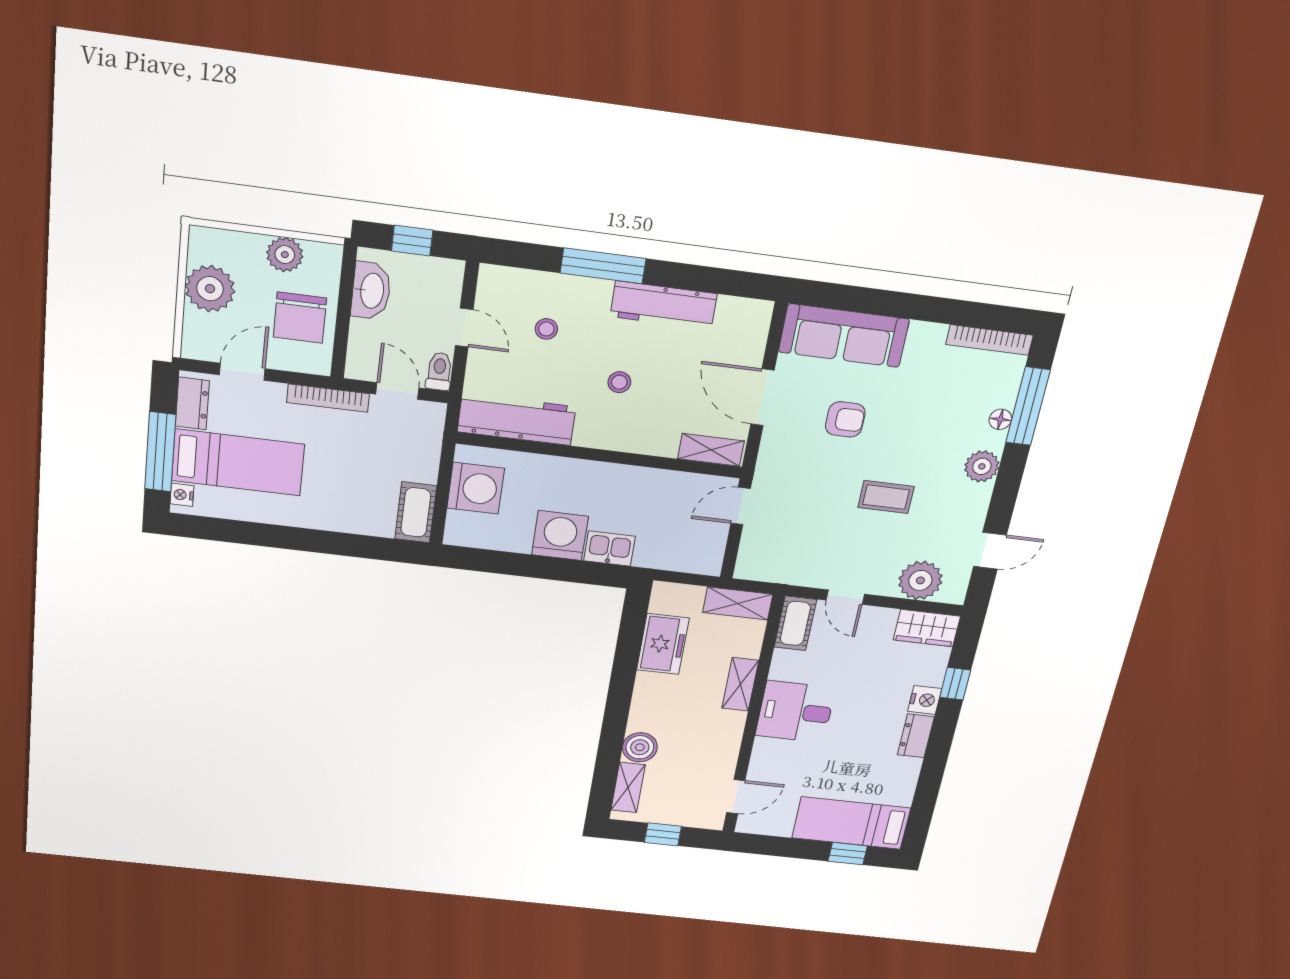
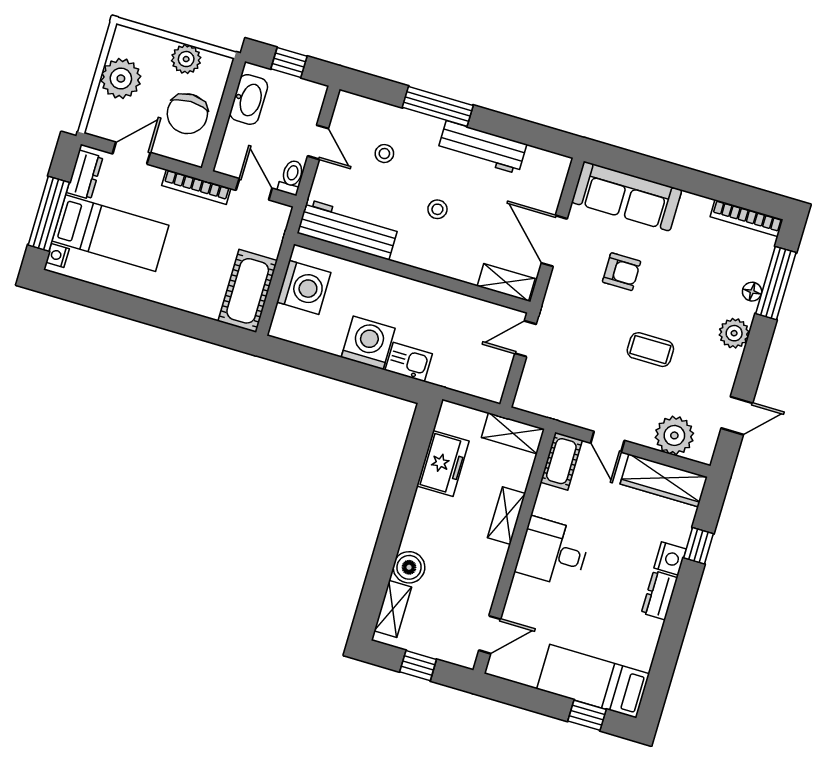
cot: (416, 512) -> (248, 291), width x1.37, depth x1.34
wardrobe: (927, 628) -> (664, 480), width x1.50

